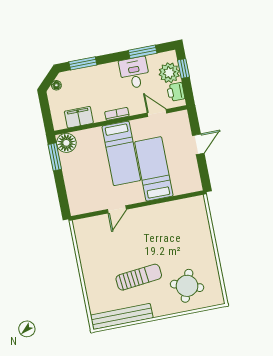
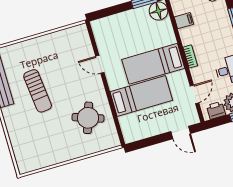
filing cabinet: (79, 117) -> (184, 21), width x0.50
door: (198, 144) -> (181, 132), moved
round table: (187, 286) -> (88, 118), moved

